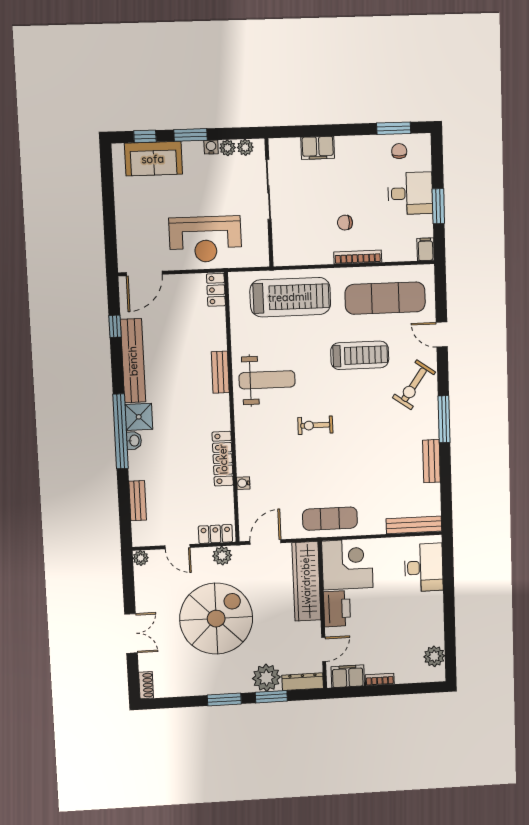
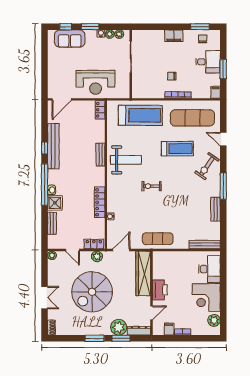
filing cabinet: (318, 148) -> (174, 36), moved
window: (115, 326) -> (45, 148), moved
shower: (139, 417) -> (55, 203), moved
corner desk: (347, 564) -> (206, 297), moved, turned 180
spiral stairs: (216, 619) -> (92, 292), turned 180
filing cabinet: (348, 676) -> (169, 329), width x0.50

